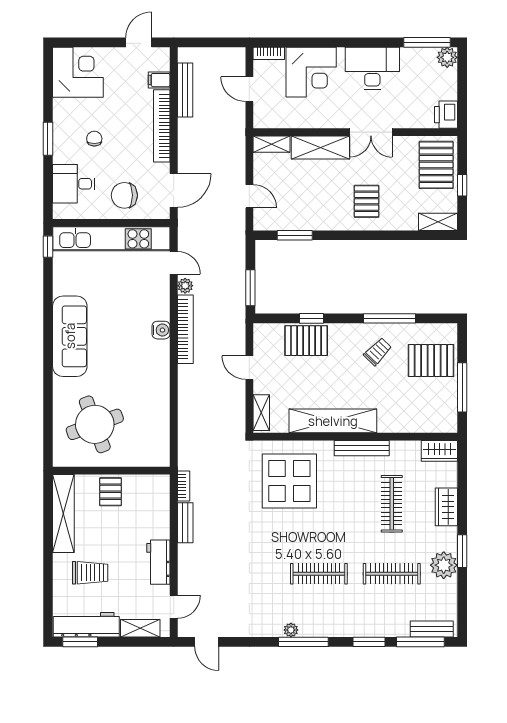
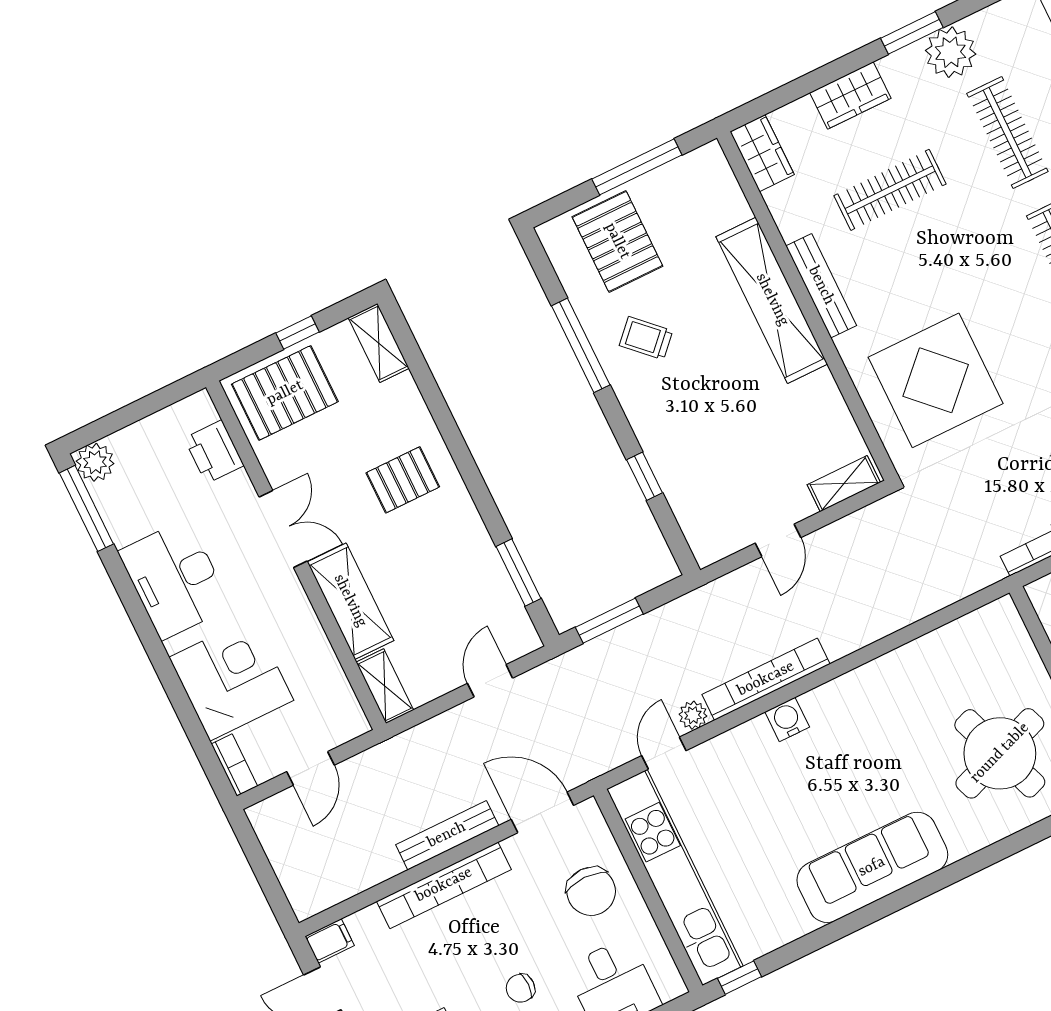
filing cabinet: (159, 80) -> (330, 941), moved, turned -90
bench: (185, 90) -> (447, 835), moved
printer: (446, 115) -> (214, 452), moved, turned 90
window: (250, 288) -> (609, 621), moved
pallet: (306, 341) -> (686, 467), removed
shelving: (333, 421) -> (772, 300), moved

